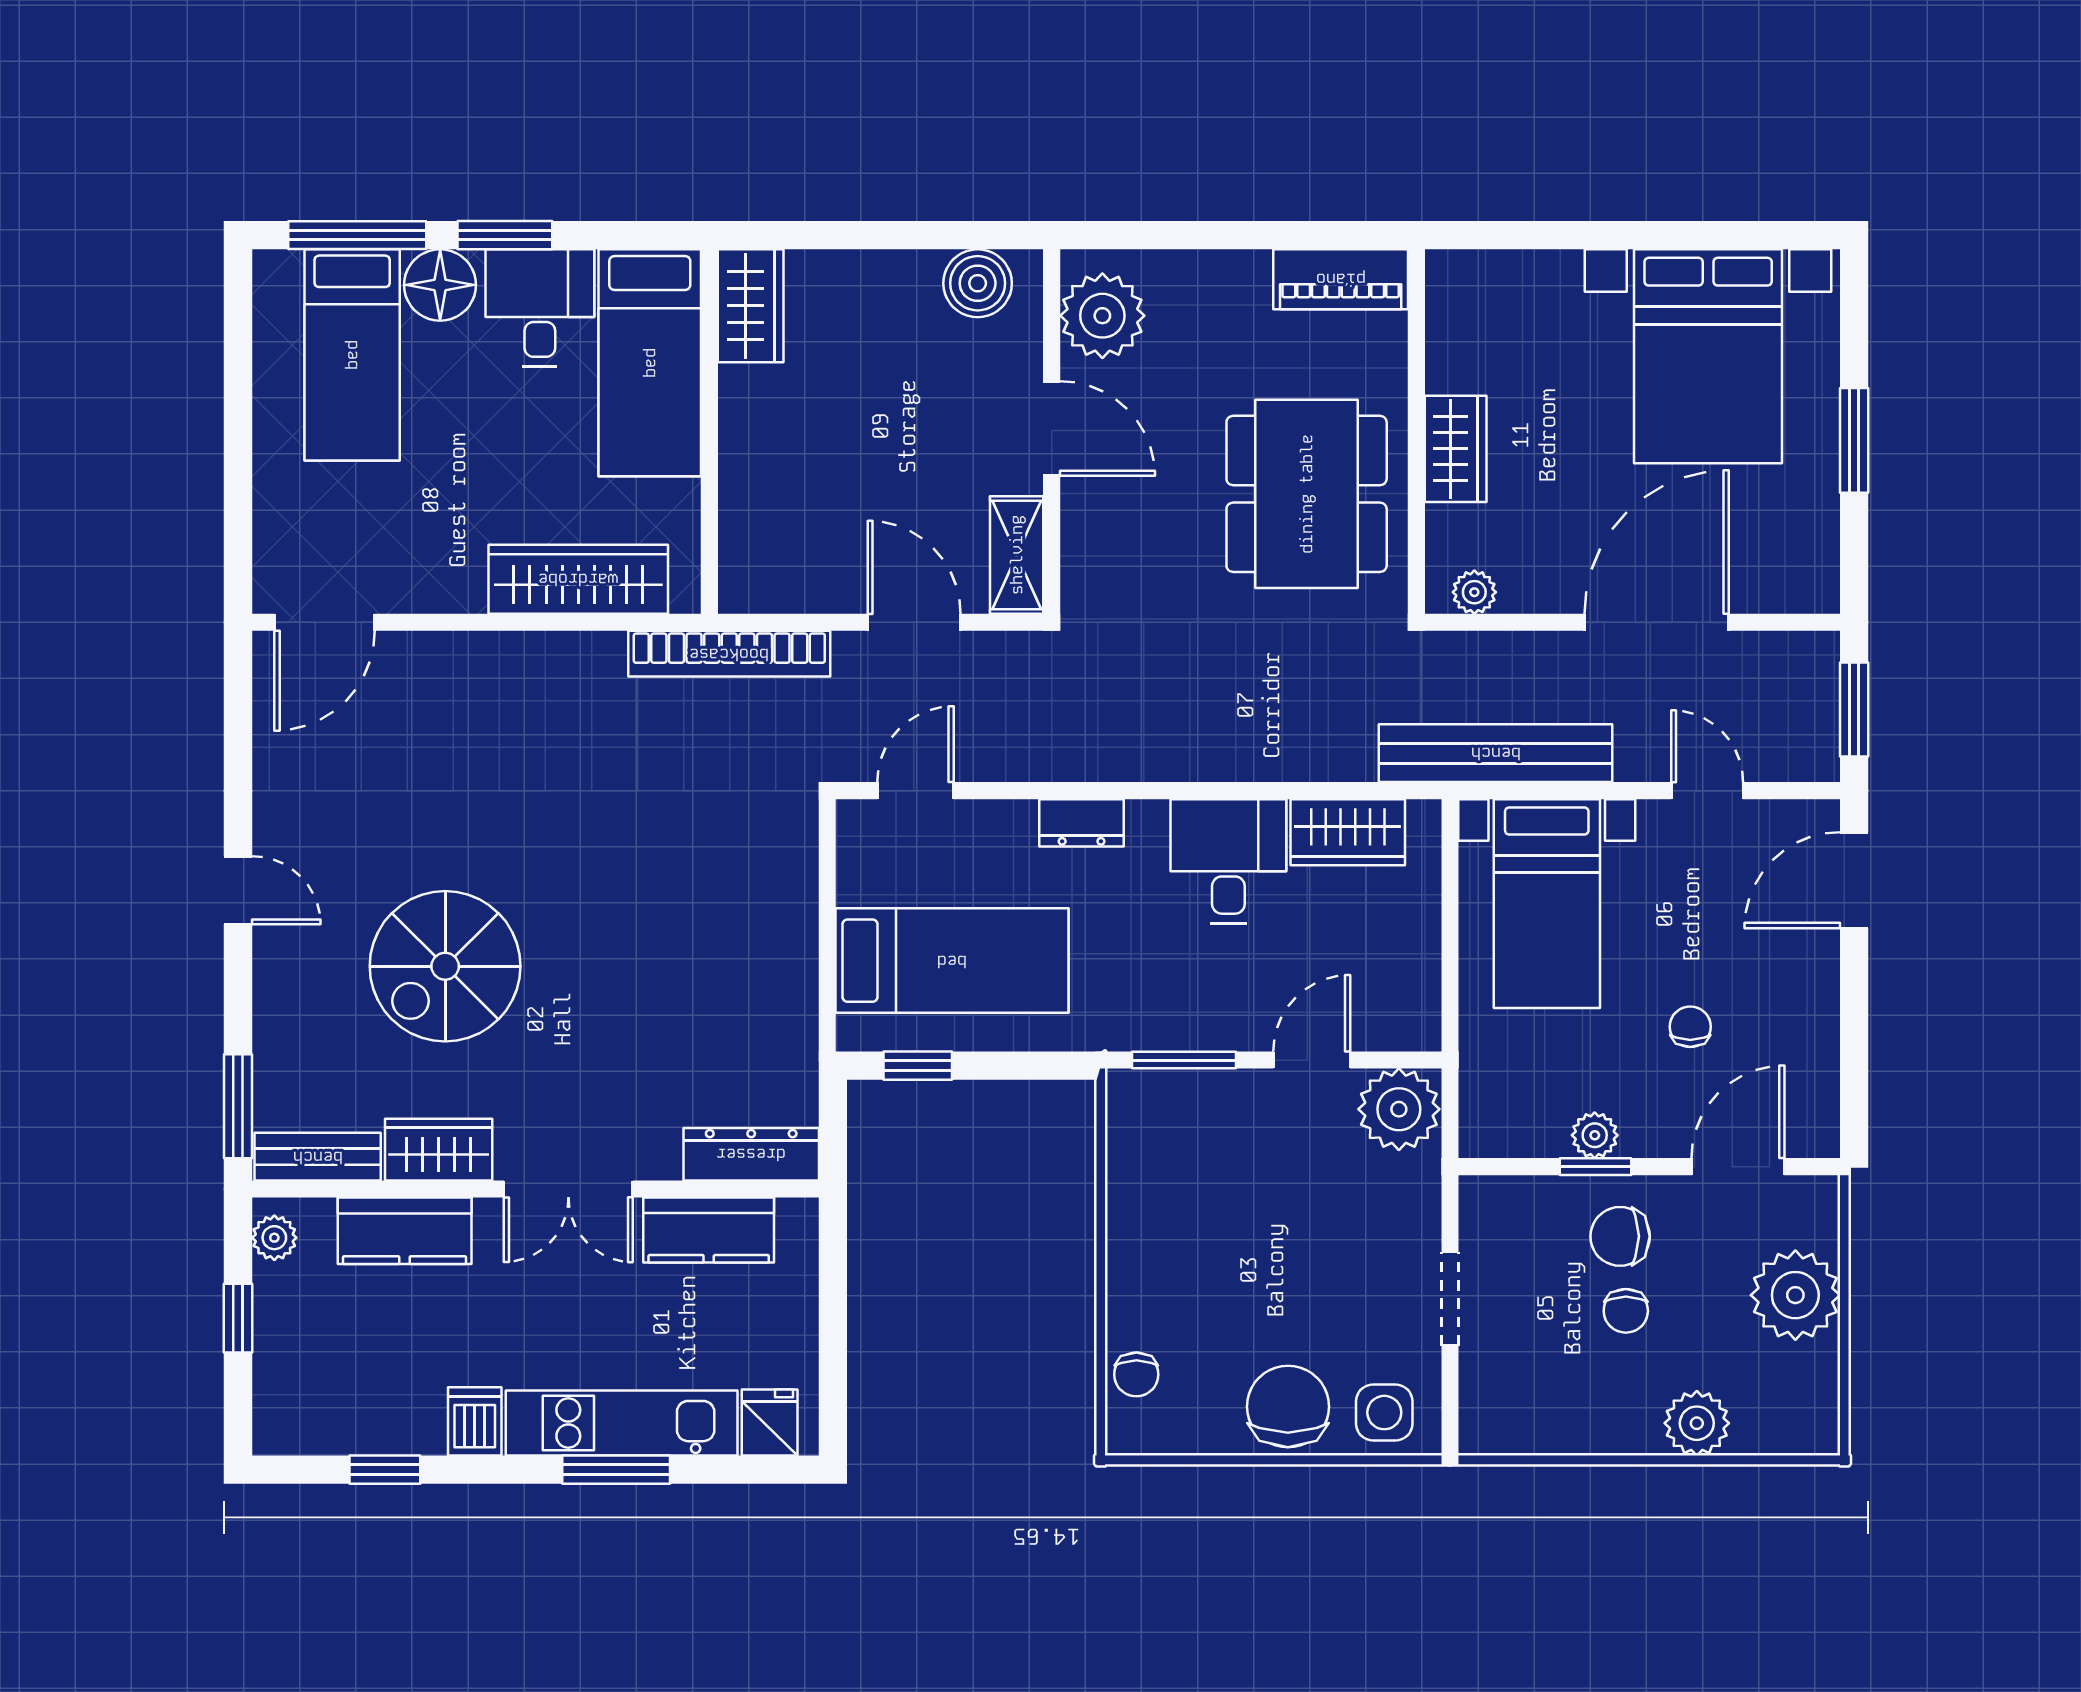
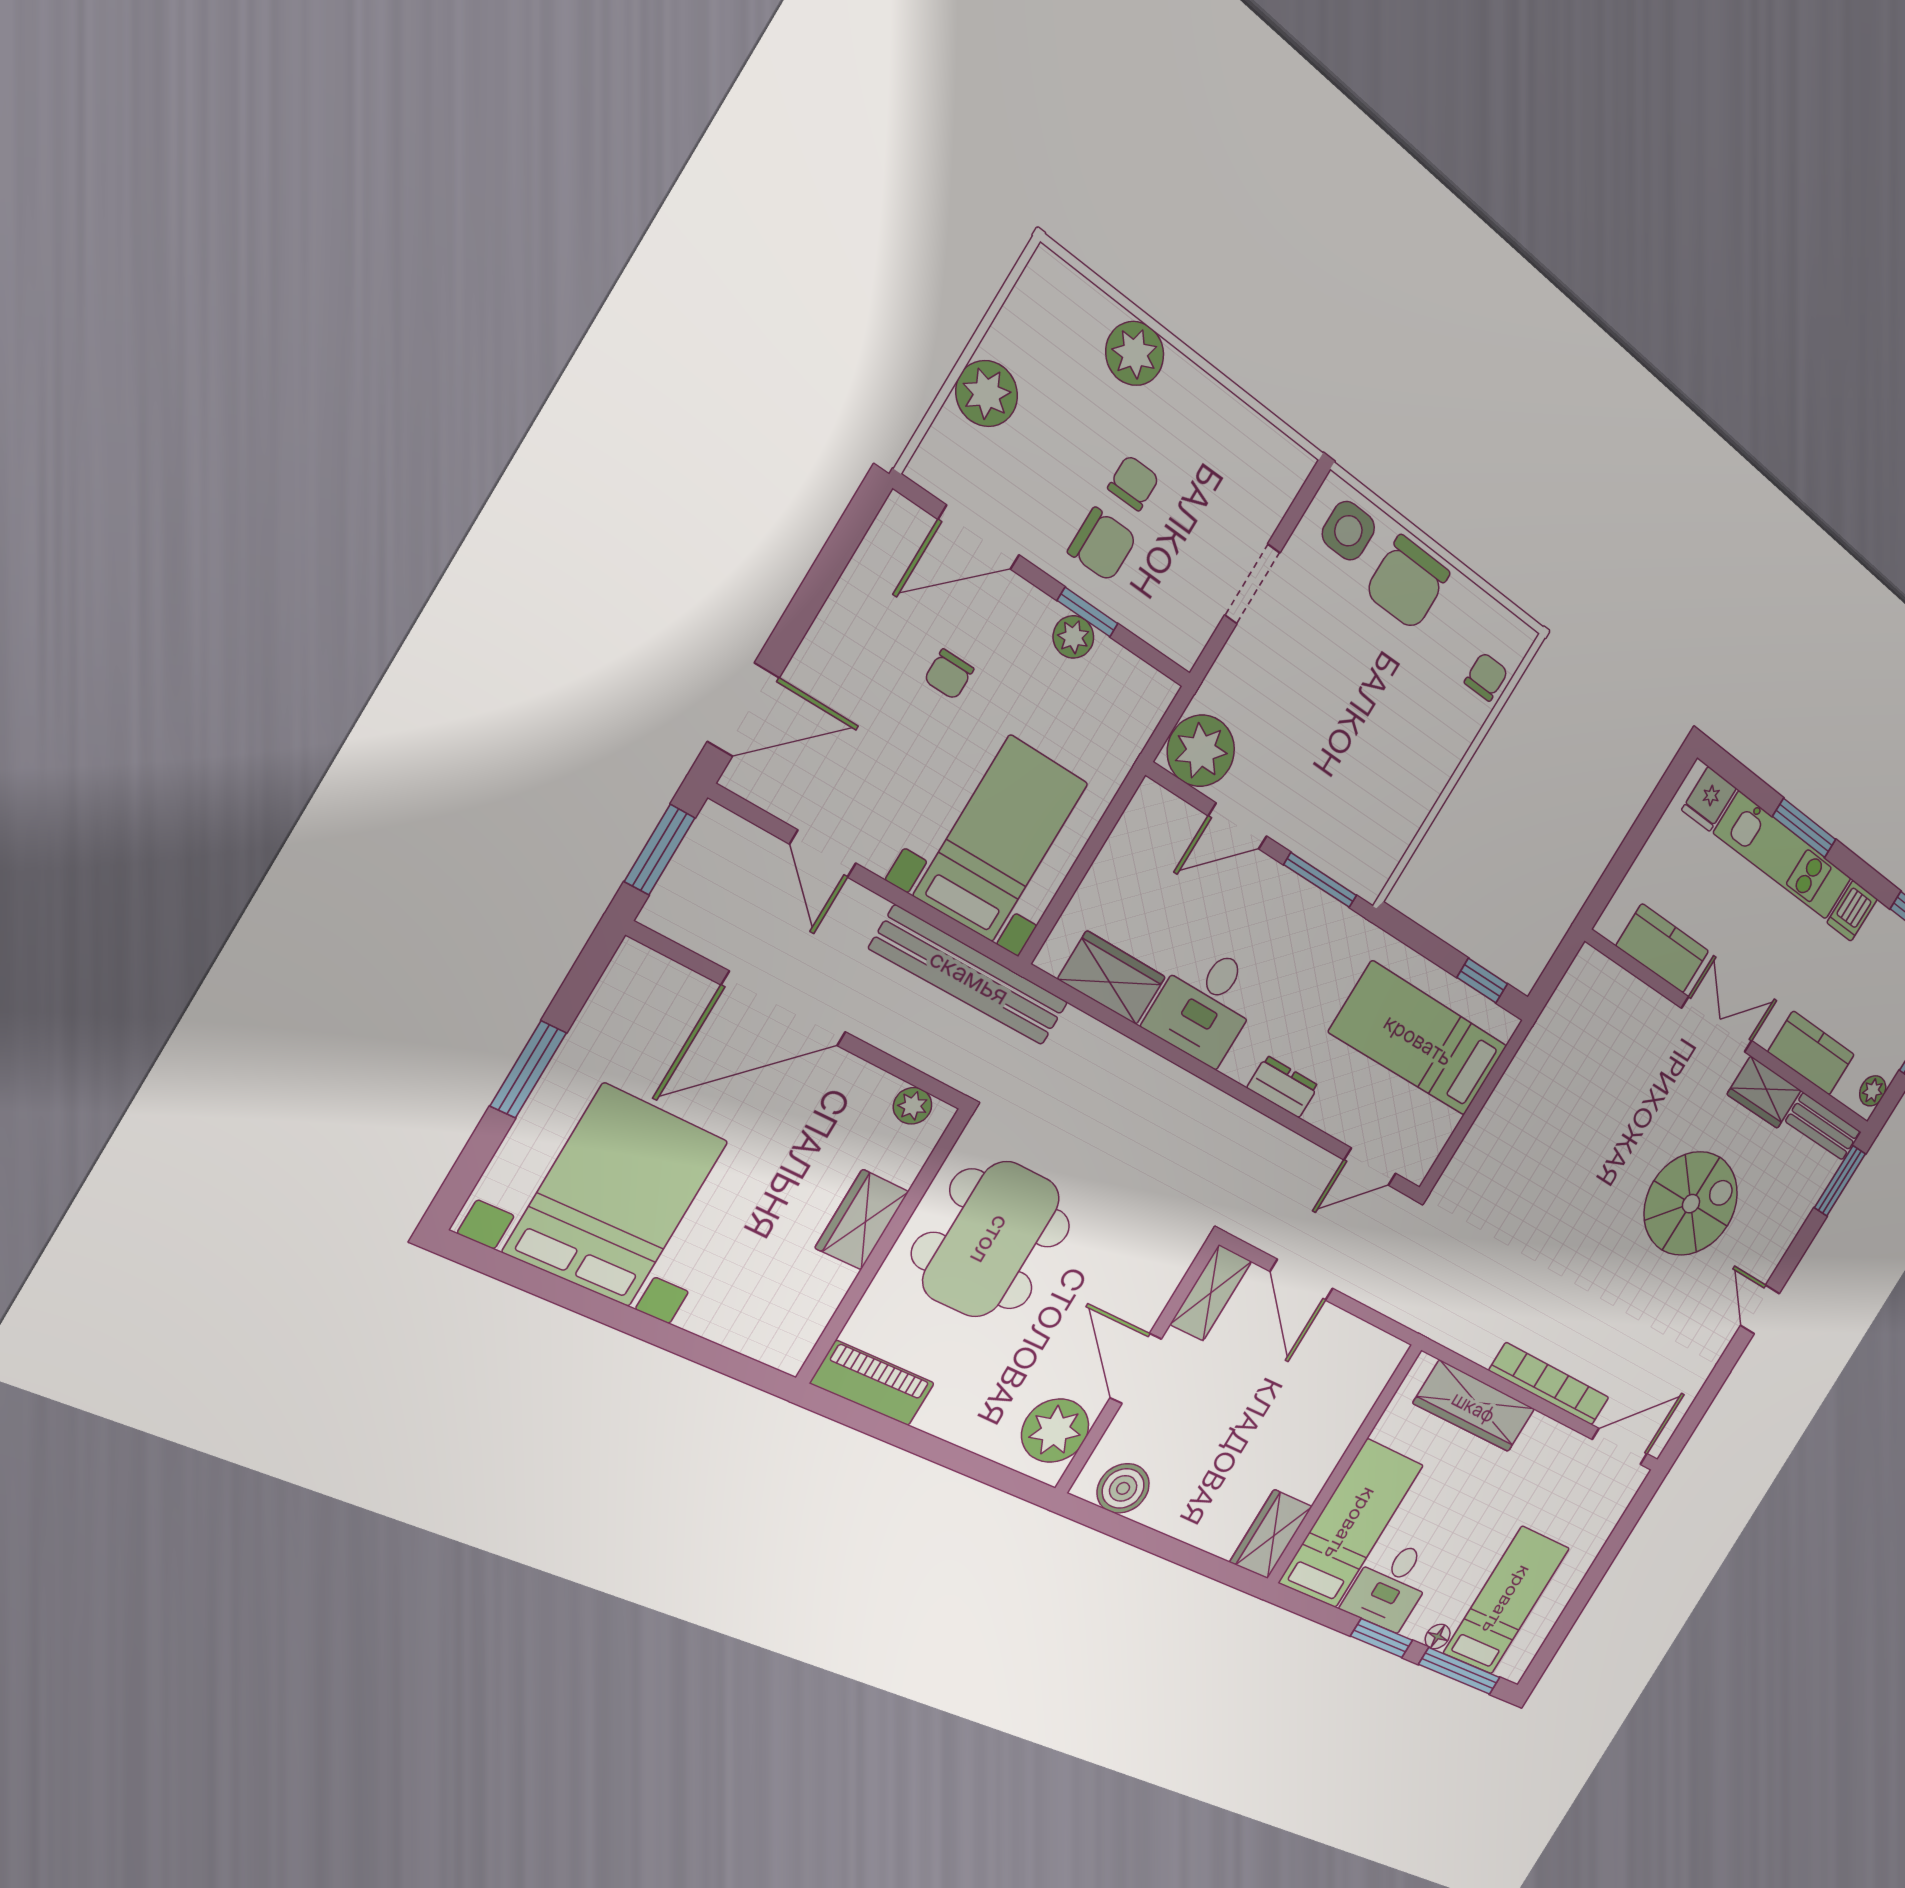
floor lamp: (440, 285) -> (1438, 1637), width x0.53, depth x0.53
bookcase: (729, 654) -> (1549, 1384), moved
dresser: (751, 1154) -> (1610, 983), removed
plant: (1795, 1295) -> (987, 394), width x0.73, depth x0.73

